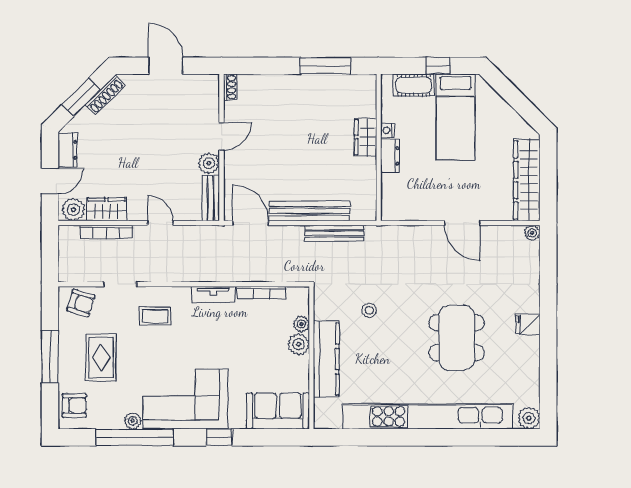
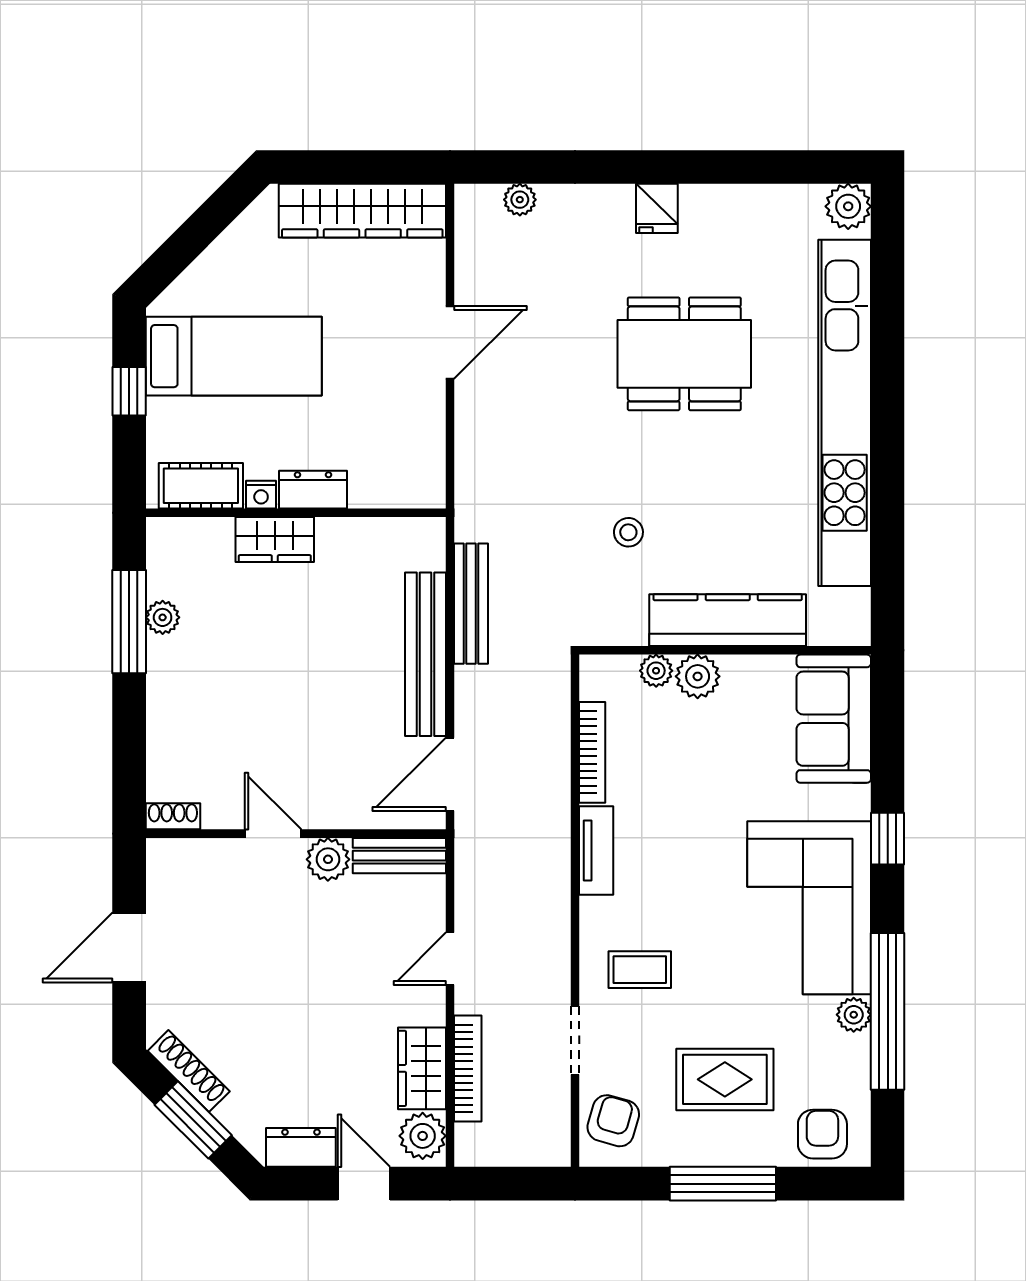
plant: (327, 82) -> (163, 617), added
cot: (414, 85) -> (201, 486), moved, turned 90
plant: (532, 233) -> (520, 200), moved
coffee table: (155, 316) -> (640, 970), turned 90

